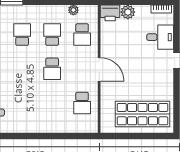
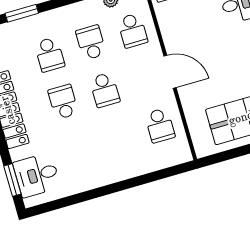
school desk: (22, 35) -> (49, 54), turned 180
school desk: (22, 69) -> (63, 102), added

